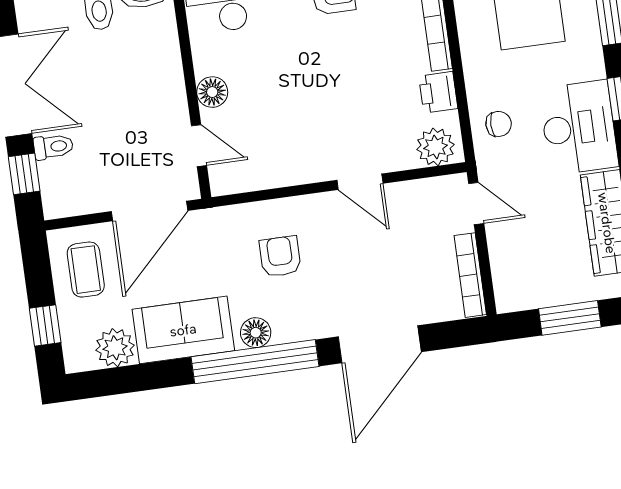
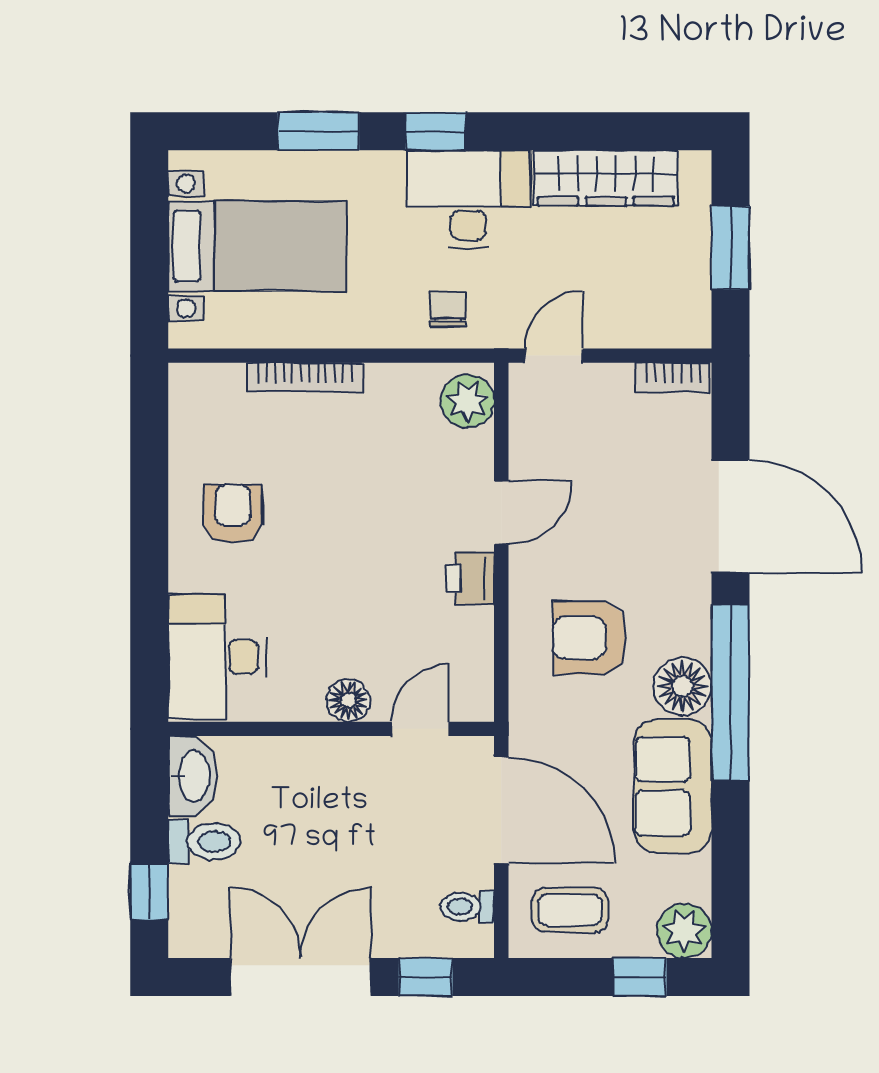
printer: (438, 92) -> (470, 578), moved, turned 90
toilet: (53, 147) -> (467, 907), moved, turned -90
armchair: (280, 256) -> (589, 638), width x1.38, depth x1.38
bookcase: (470, 275) -> (673, 378), width x0.64
floor lamp: (256, 333) -> (683, 686), width x1.38, depth x1.38
plant: (115, 348) -> (684, 931), moved

